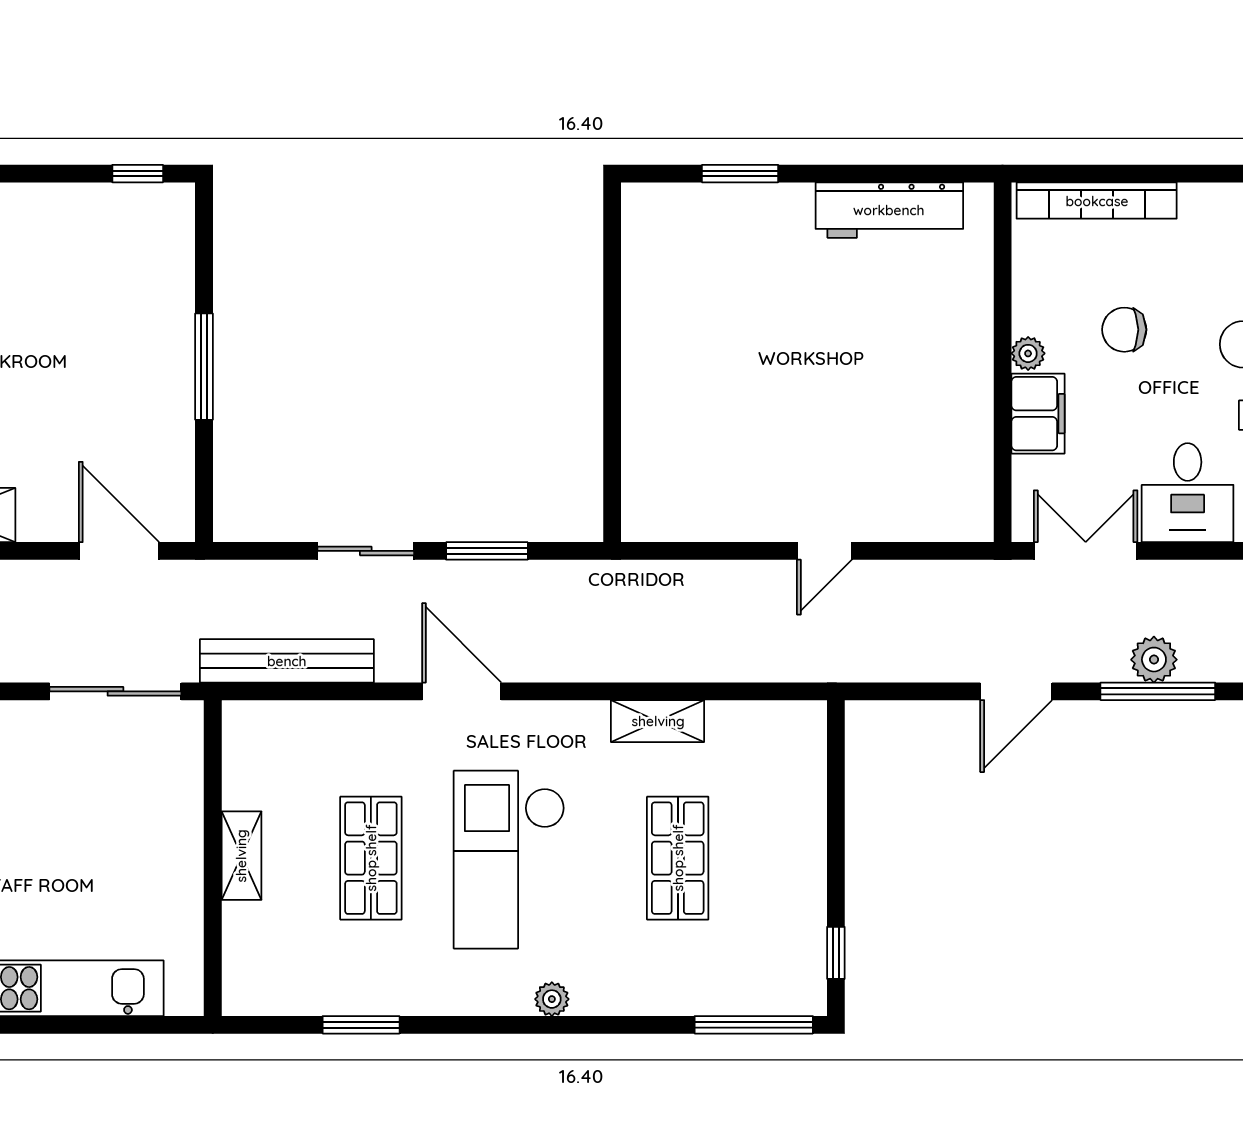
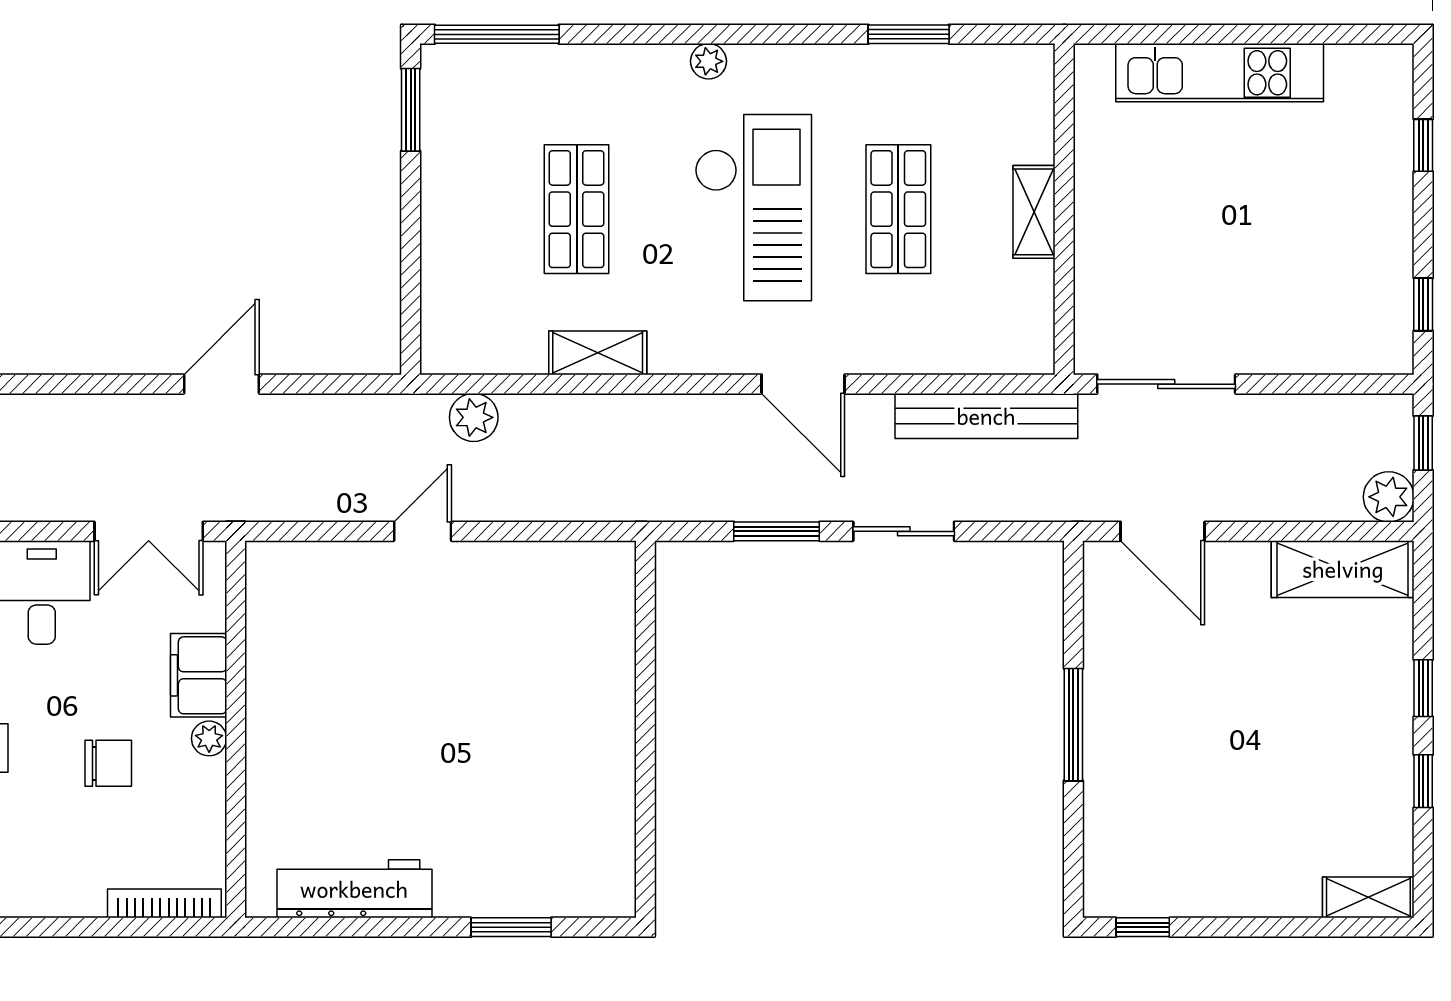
bookcase: (1097, 201) -> (164, 903), width x0.68, depth x0.76
plant: (1154, 660) -> (474, 417), moved
window: (1158, 691) -> (73, 384), removed
window: (836, 953) -> (411, 110), width x1.50

